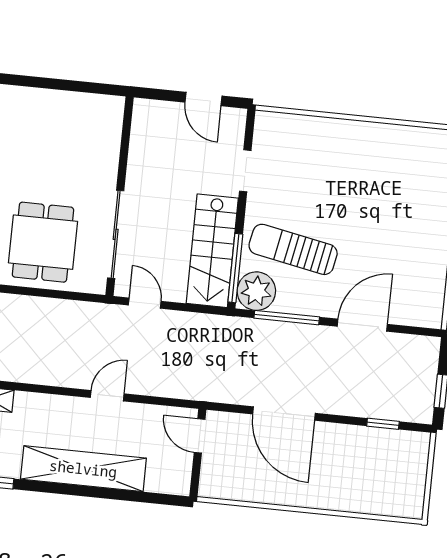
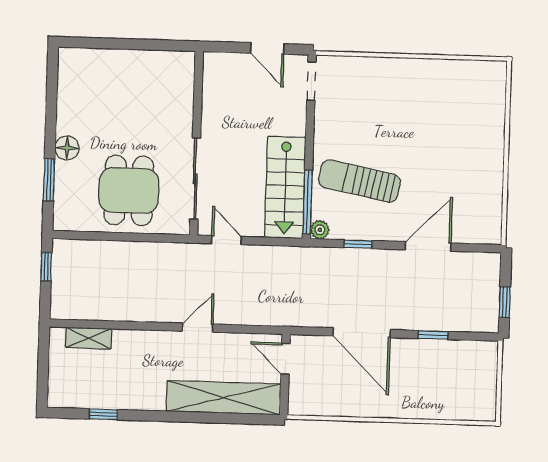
doorway: (245, 171) -> (311, 81), moved
plant: (256, 291) -> (320, 230), width x0.53, depth x0.53
window: (287, 318) -> (358, 244), width x0.46
window: (383, 424) -> (433, 335), moved
shelving: (83, 469) -> (224, 398), moved

